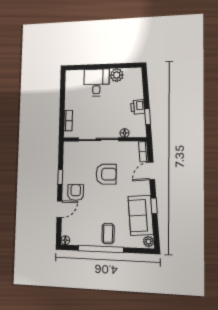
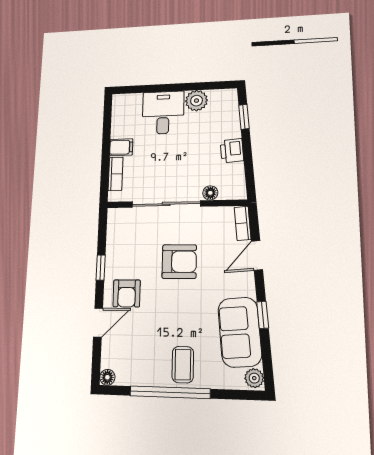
filing cabinet: (71, 104) -> (121, 147), added
window: (148, 117) -> (244, 117), moved
armchair: (76, 192) -> (127, 293), turned 180

